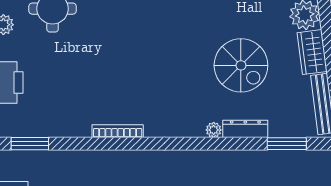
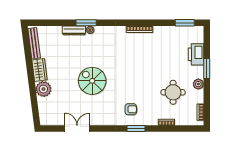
spiral stairs: (241, 65) -> (92, 81), moved
window: (287, 144) -> (86, 23), moved

